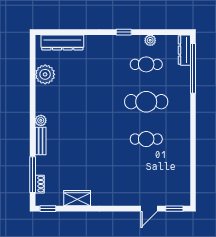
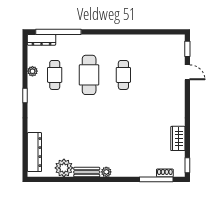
bench: (41, 141) -> (87, 172), moved

